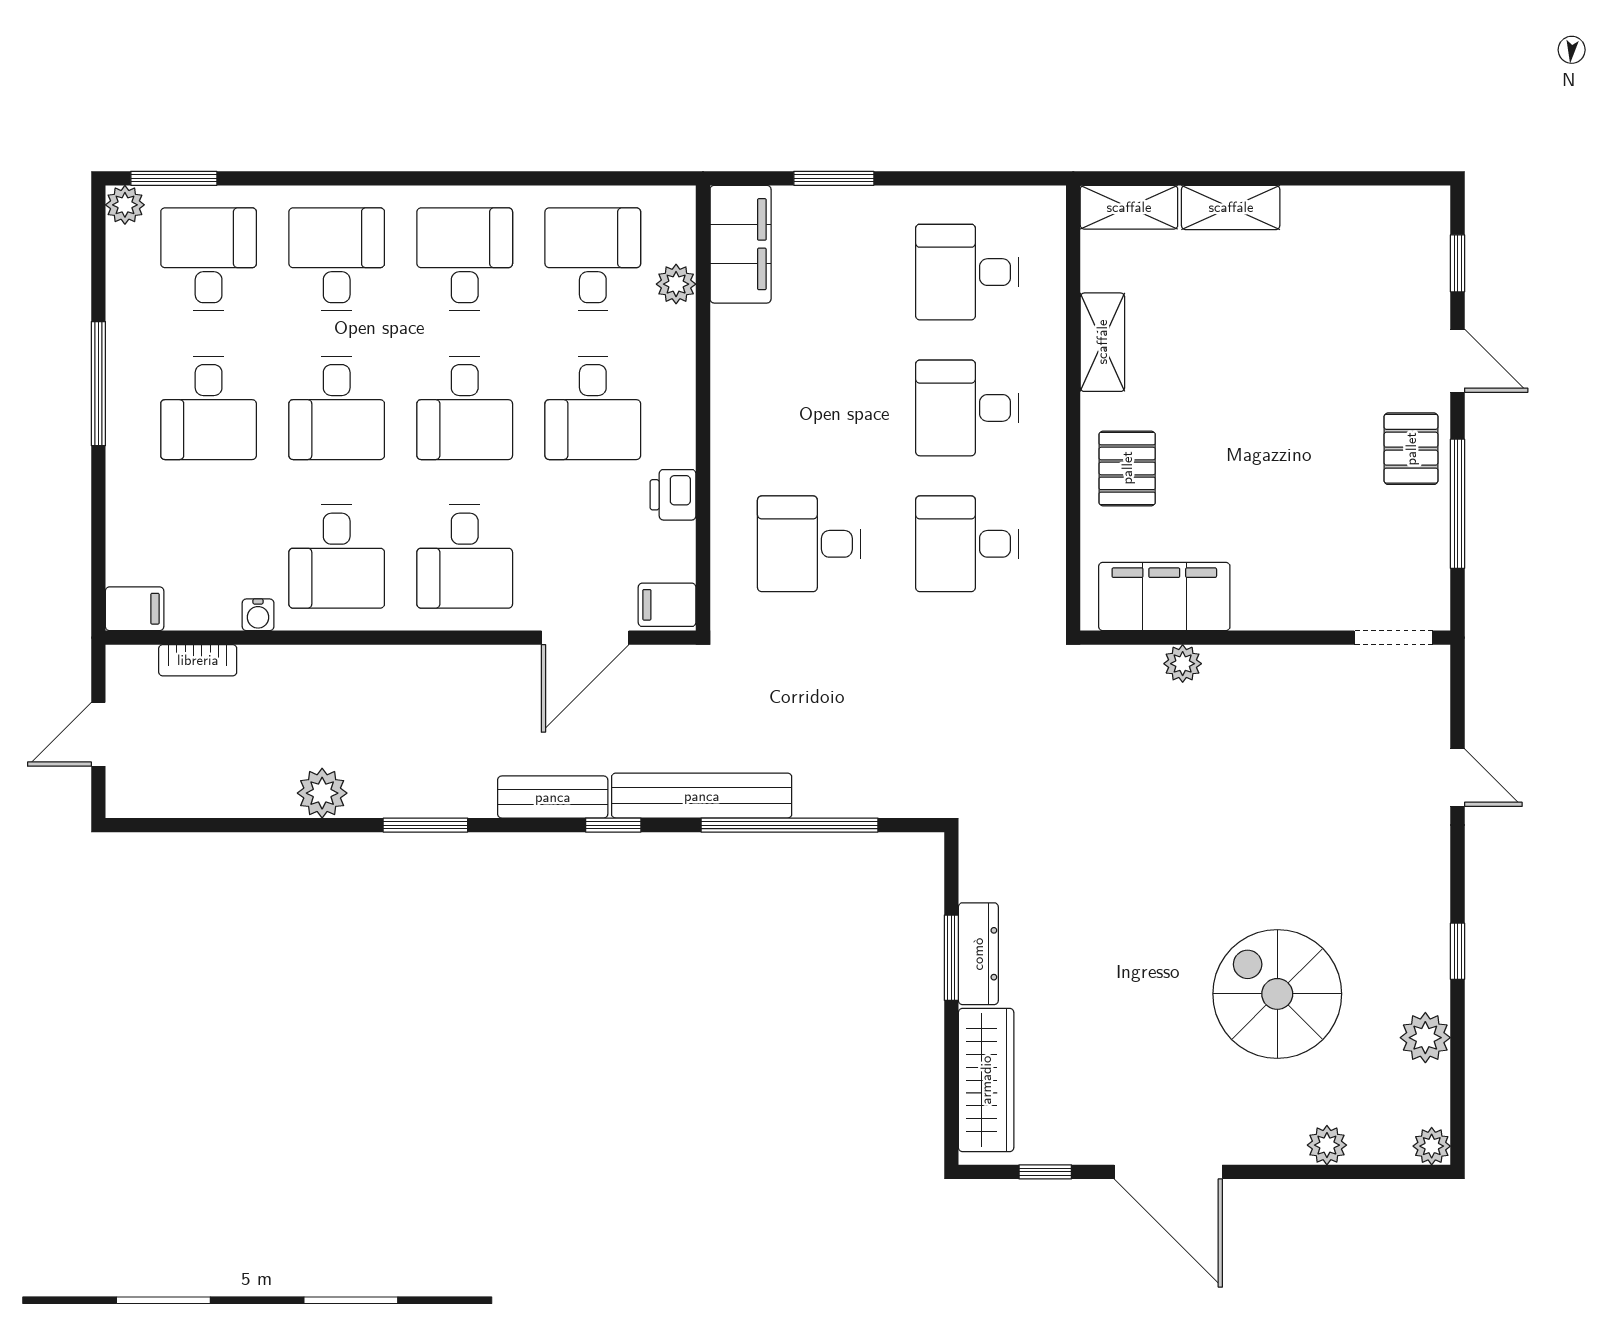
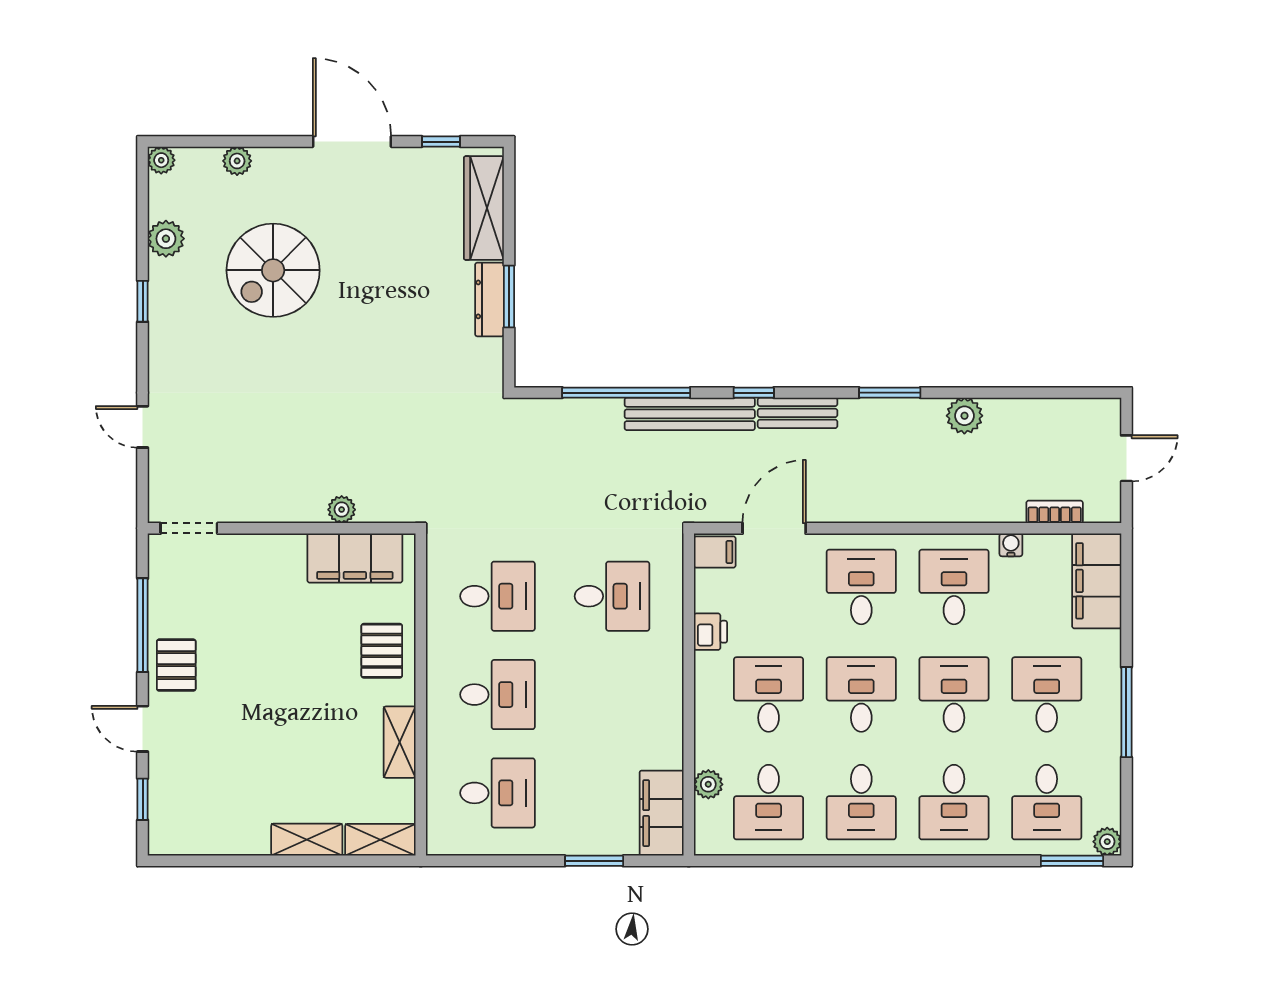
filing cabinet: (135, 609) -> (1097, 581), width x3.00, depth x1.17
spiral stairs: (1277, 994) -> (273, 270), turned 90

